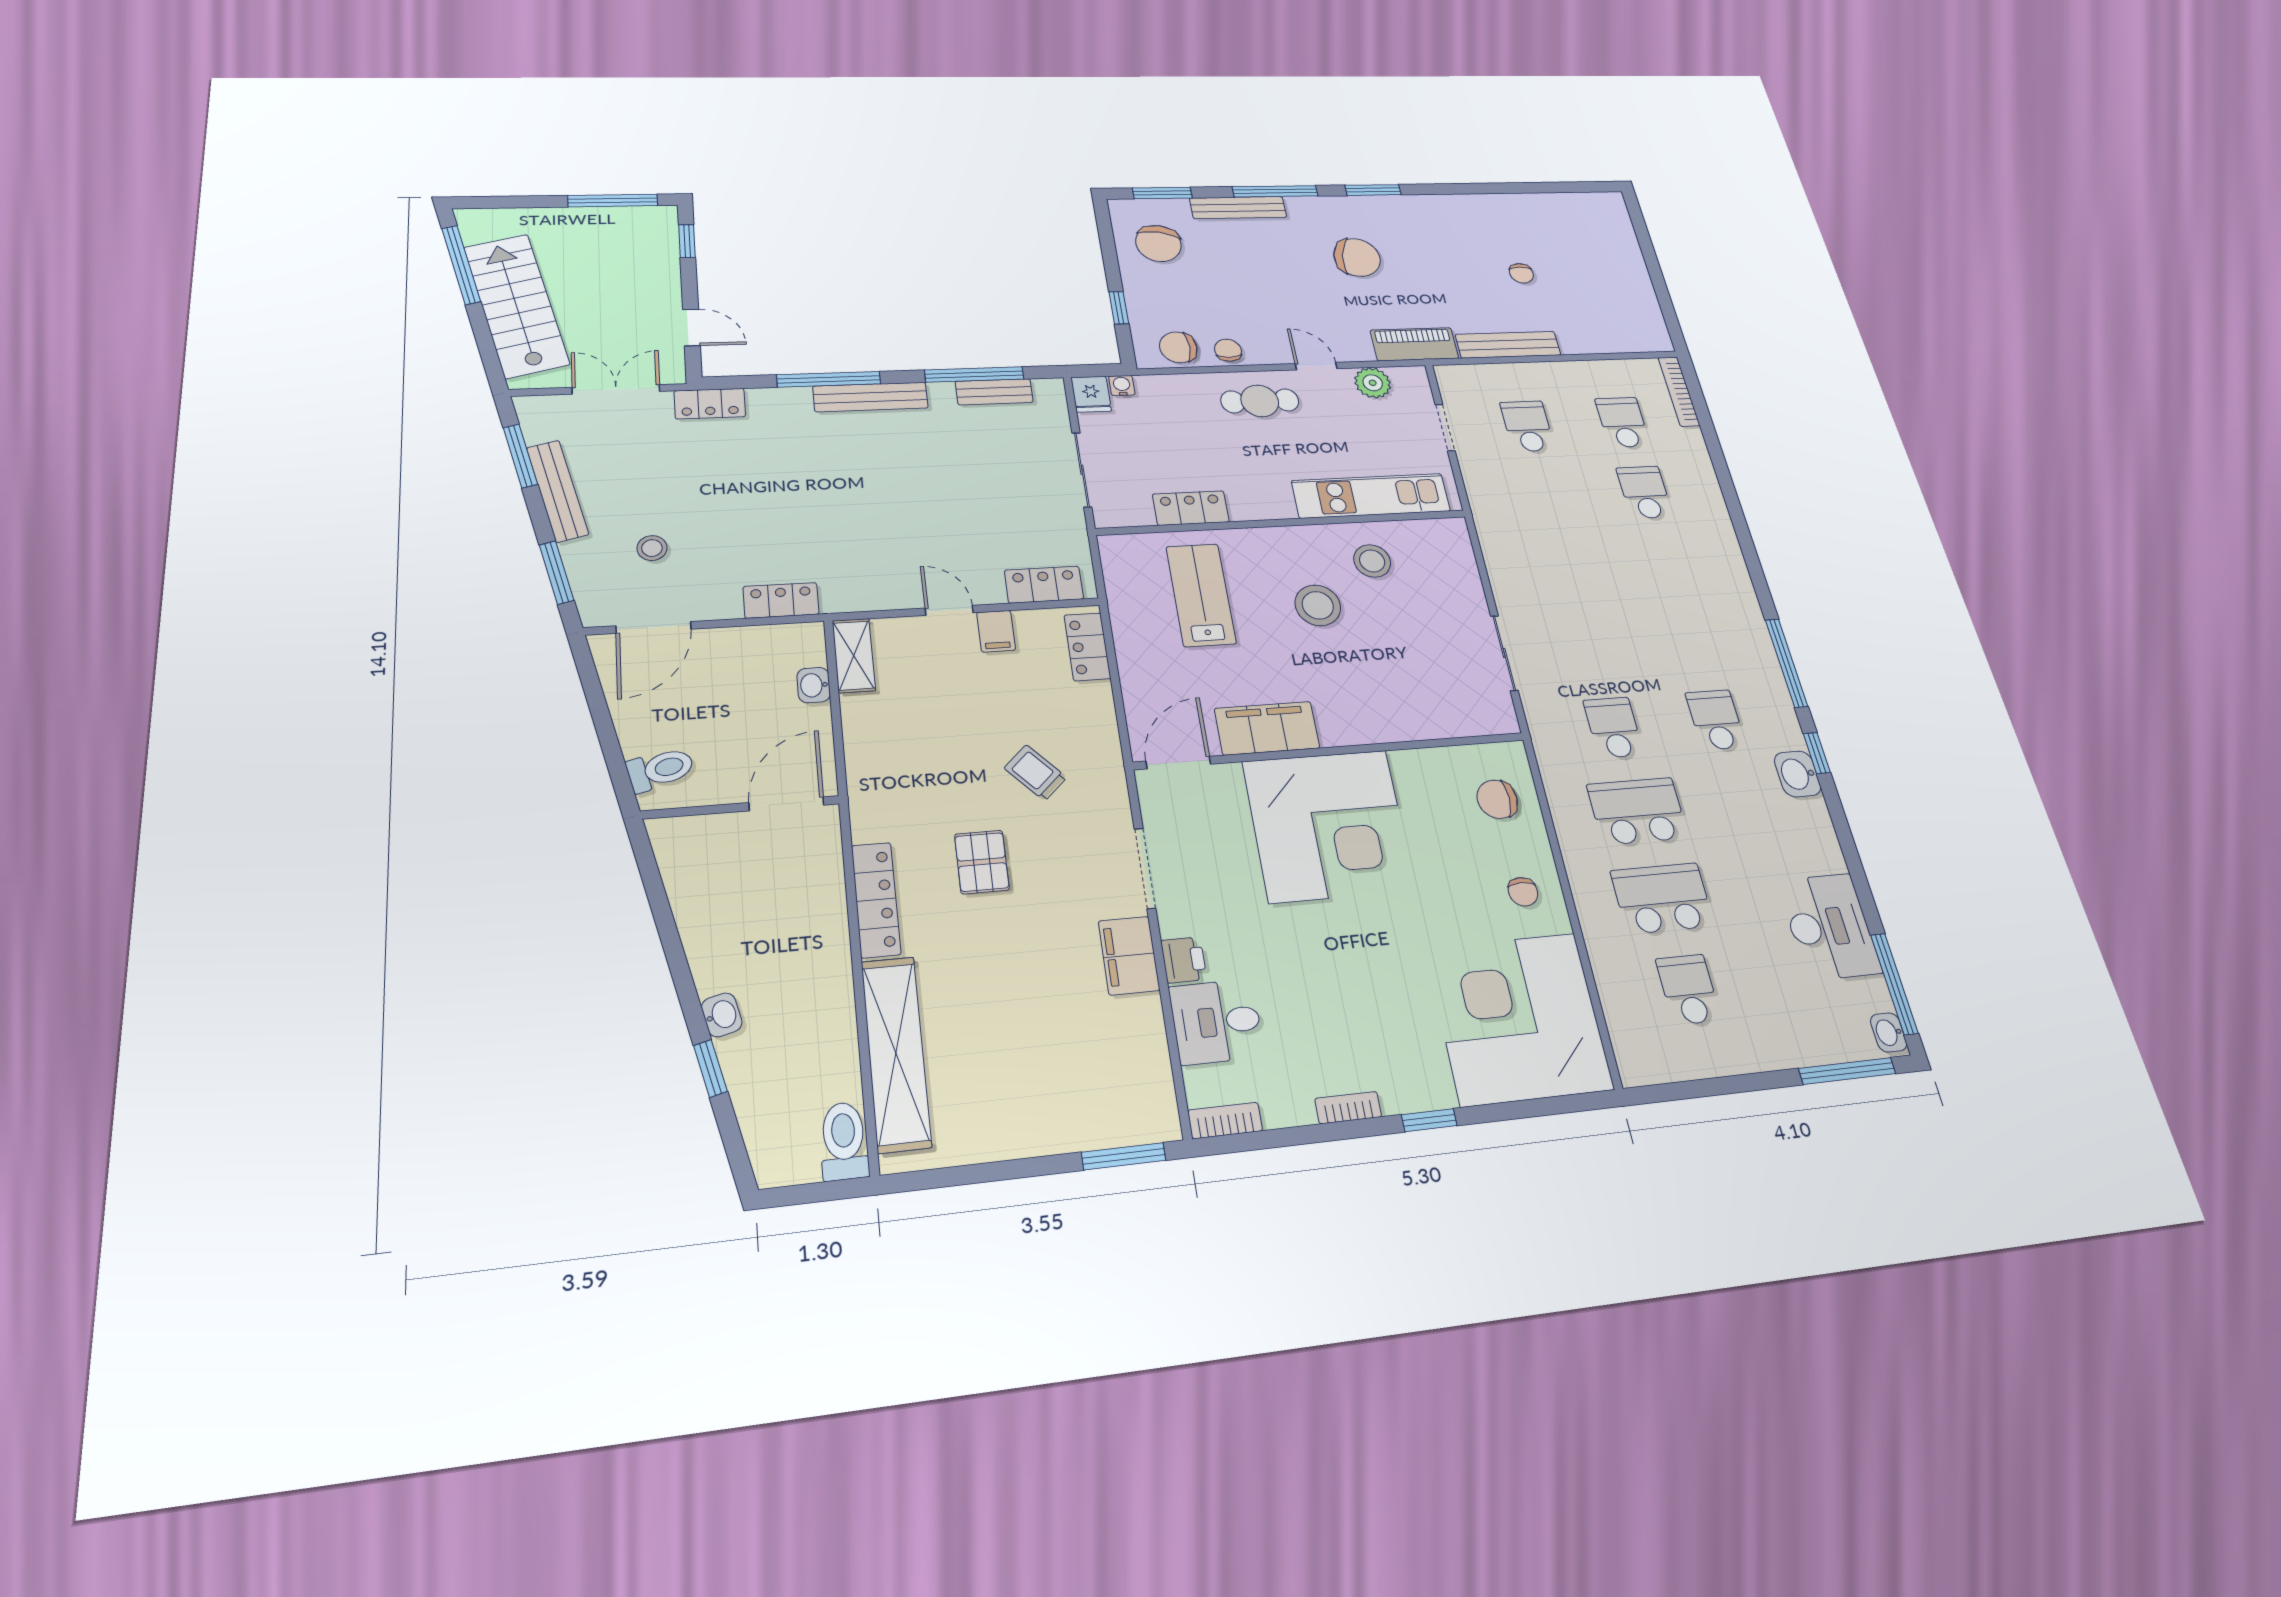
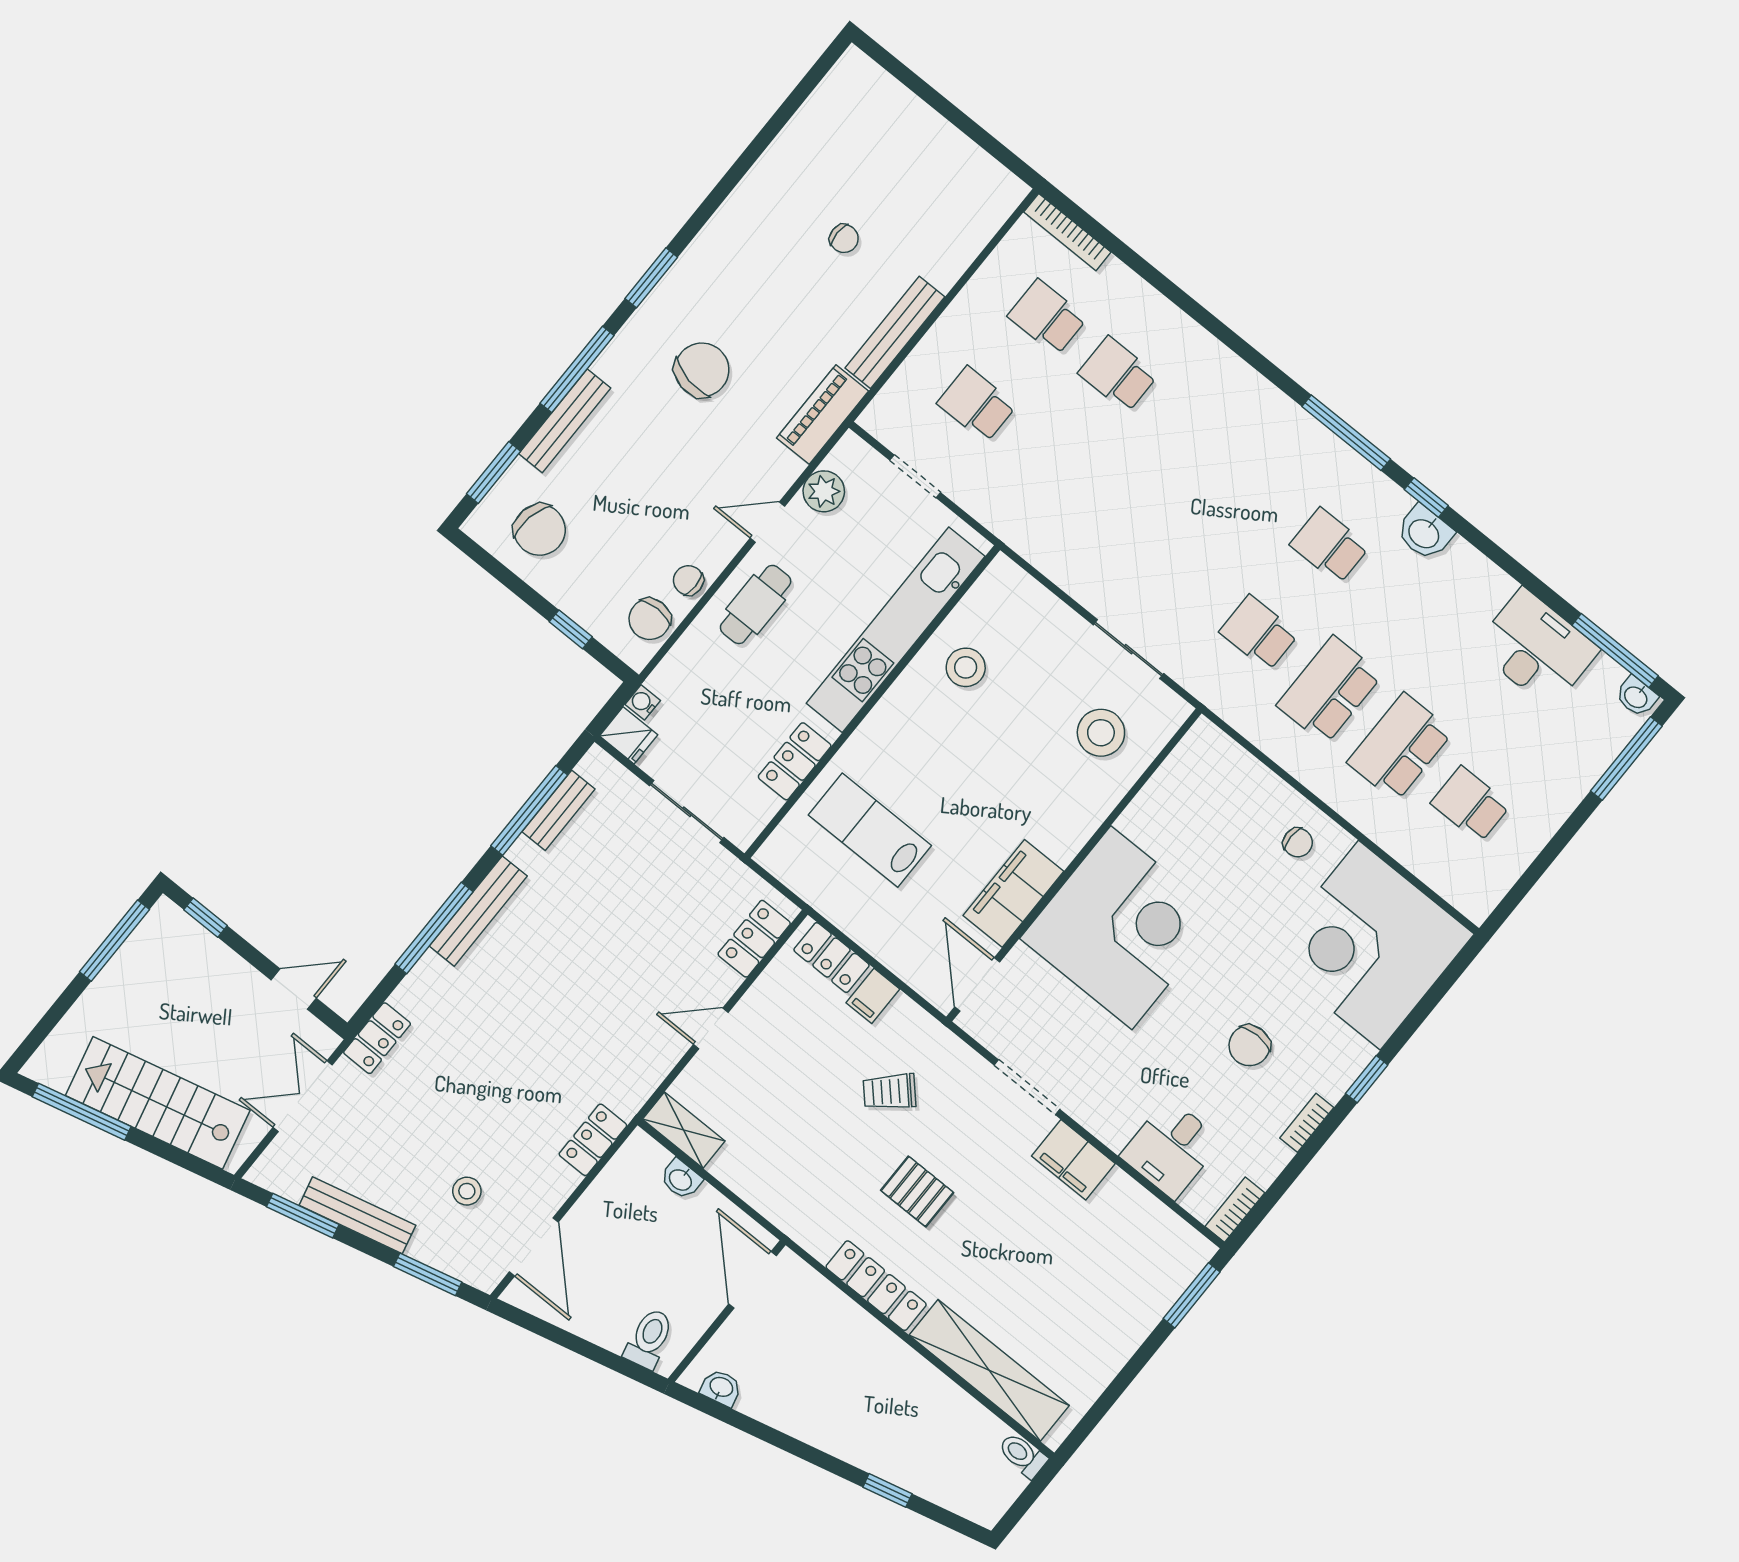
kitchen unit: (1371, 496) -> (896, 630), width x1.36
stool: (1318, 605) -> (1101, 733), moved
filing cabinet: (996, 631) -> (873, 996), moved, turned 90
chair: (1497, 799) -> (1249, 1046), moved
printer: (1184, 960) -> (1112, 1127), removed
washbasin: (722, 1015) -> (721, 1388), moved
toilet: (844, 1141) -> (1023, 1455), width x0.73, depth x0.72

